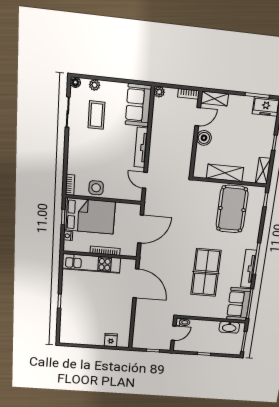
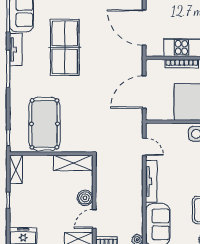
shelving: (225, 173) -> (73, 163), moved
tv unit: (249, 269) -> (16, 49), width x0.71

